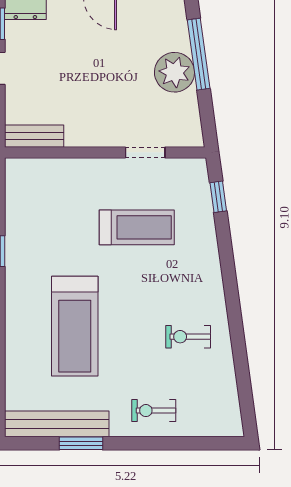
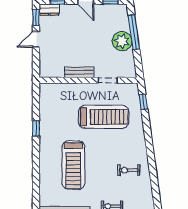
bench: (34, 136) -> (79, 72), moved
treadmill: (137, 227) -> (104, 117), width x1.37, depth x1.37

